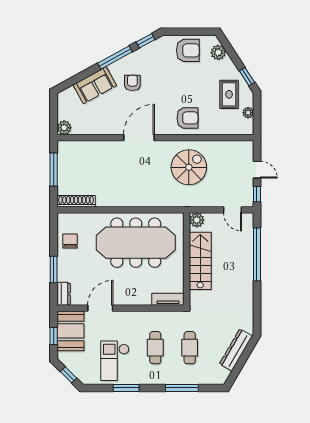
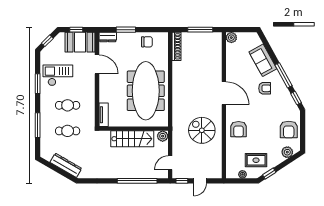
spiral stairs: (189, 167) -> (202, 130), turned 180

